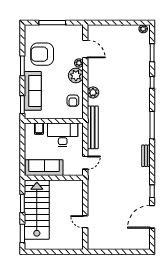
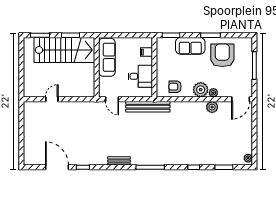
door: (85, 49) -> (241, 99), moved
sofa: (33, 91) -> (190, 46), width x0.73
plant: (93, 92) -> (212, 107), moved
desk: (63, 135) -> (140, 76), width x0.73

